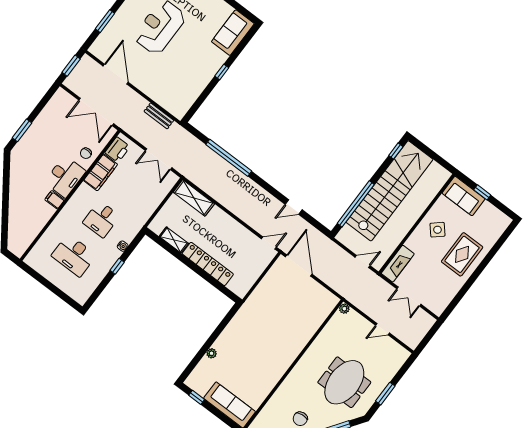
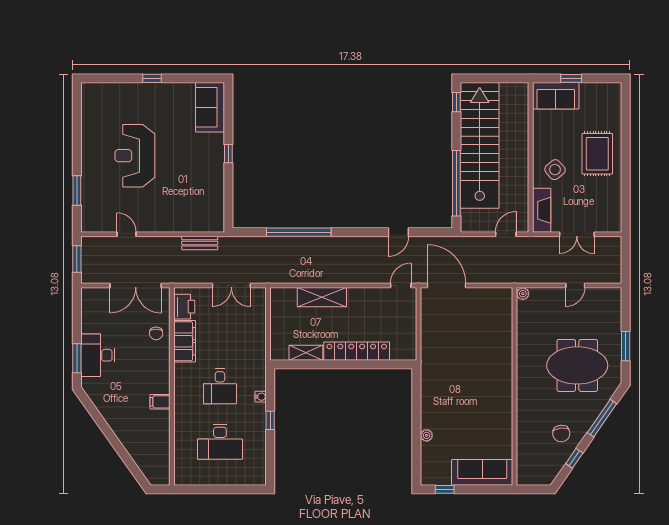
door: (116, 74) -> (127, 234), width x0.53
desk: (65, 177) -> (98, 355), moved, turned 180
shelving: (194, 198) -> (322, 297), moved
side table: (437, 230) -> (555, 170), moved
meeting table: (344, 382) -> (577, 365), turned 90

